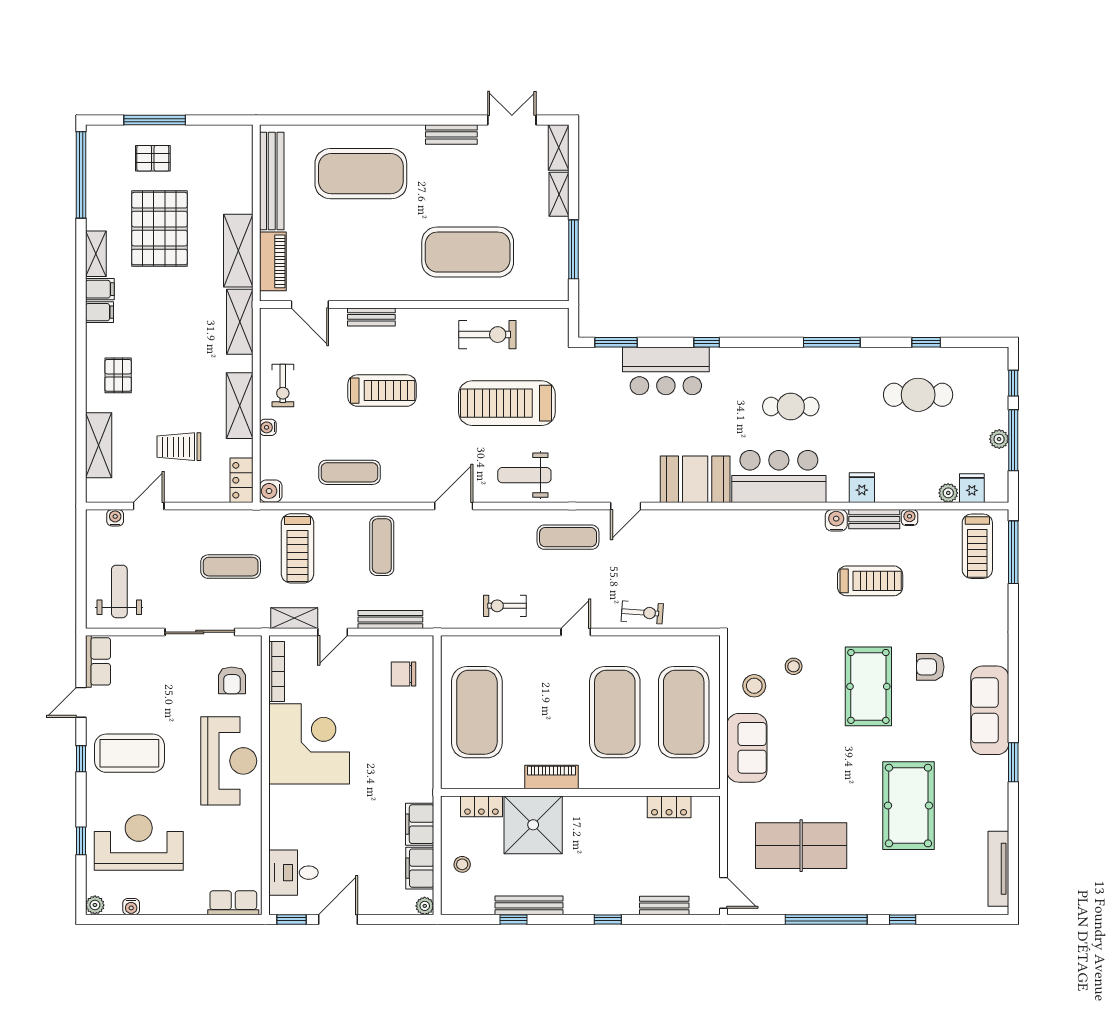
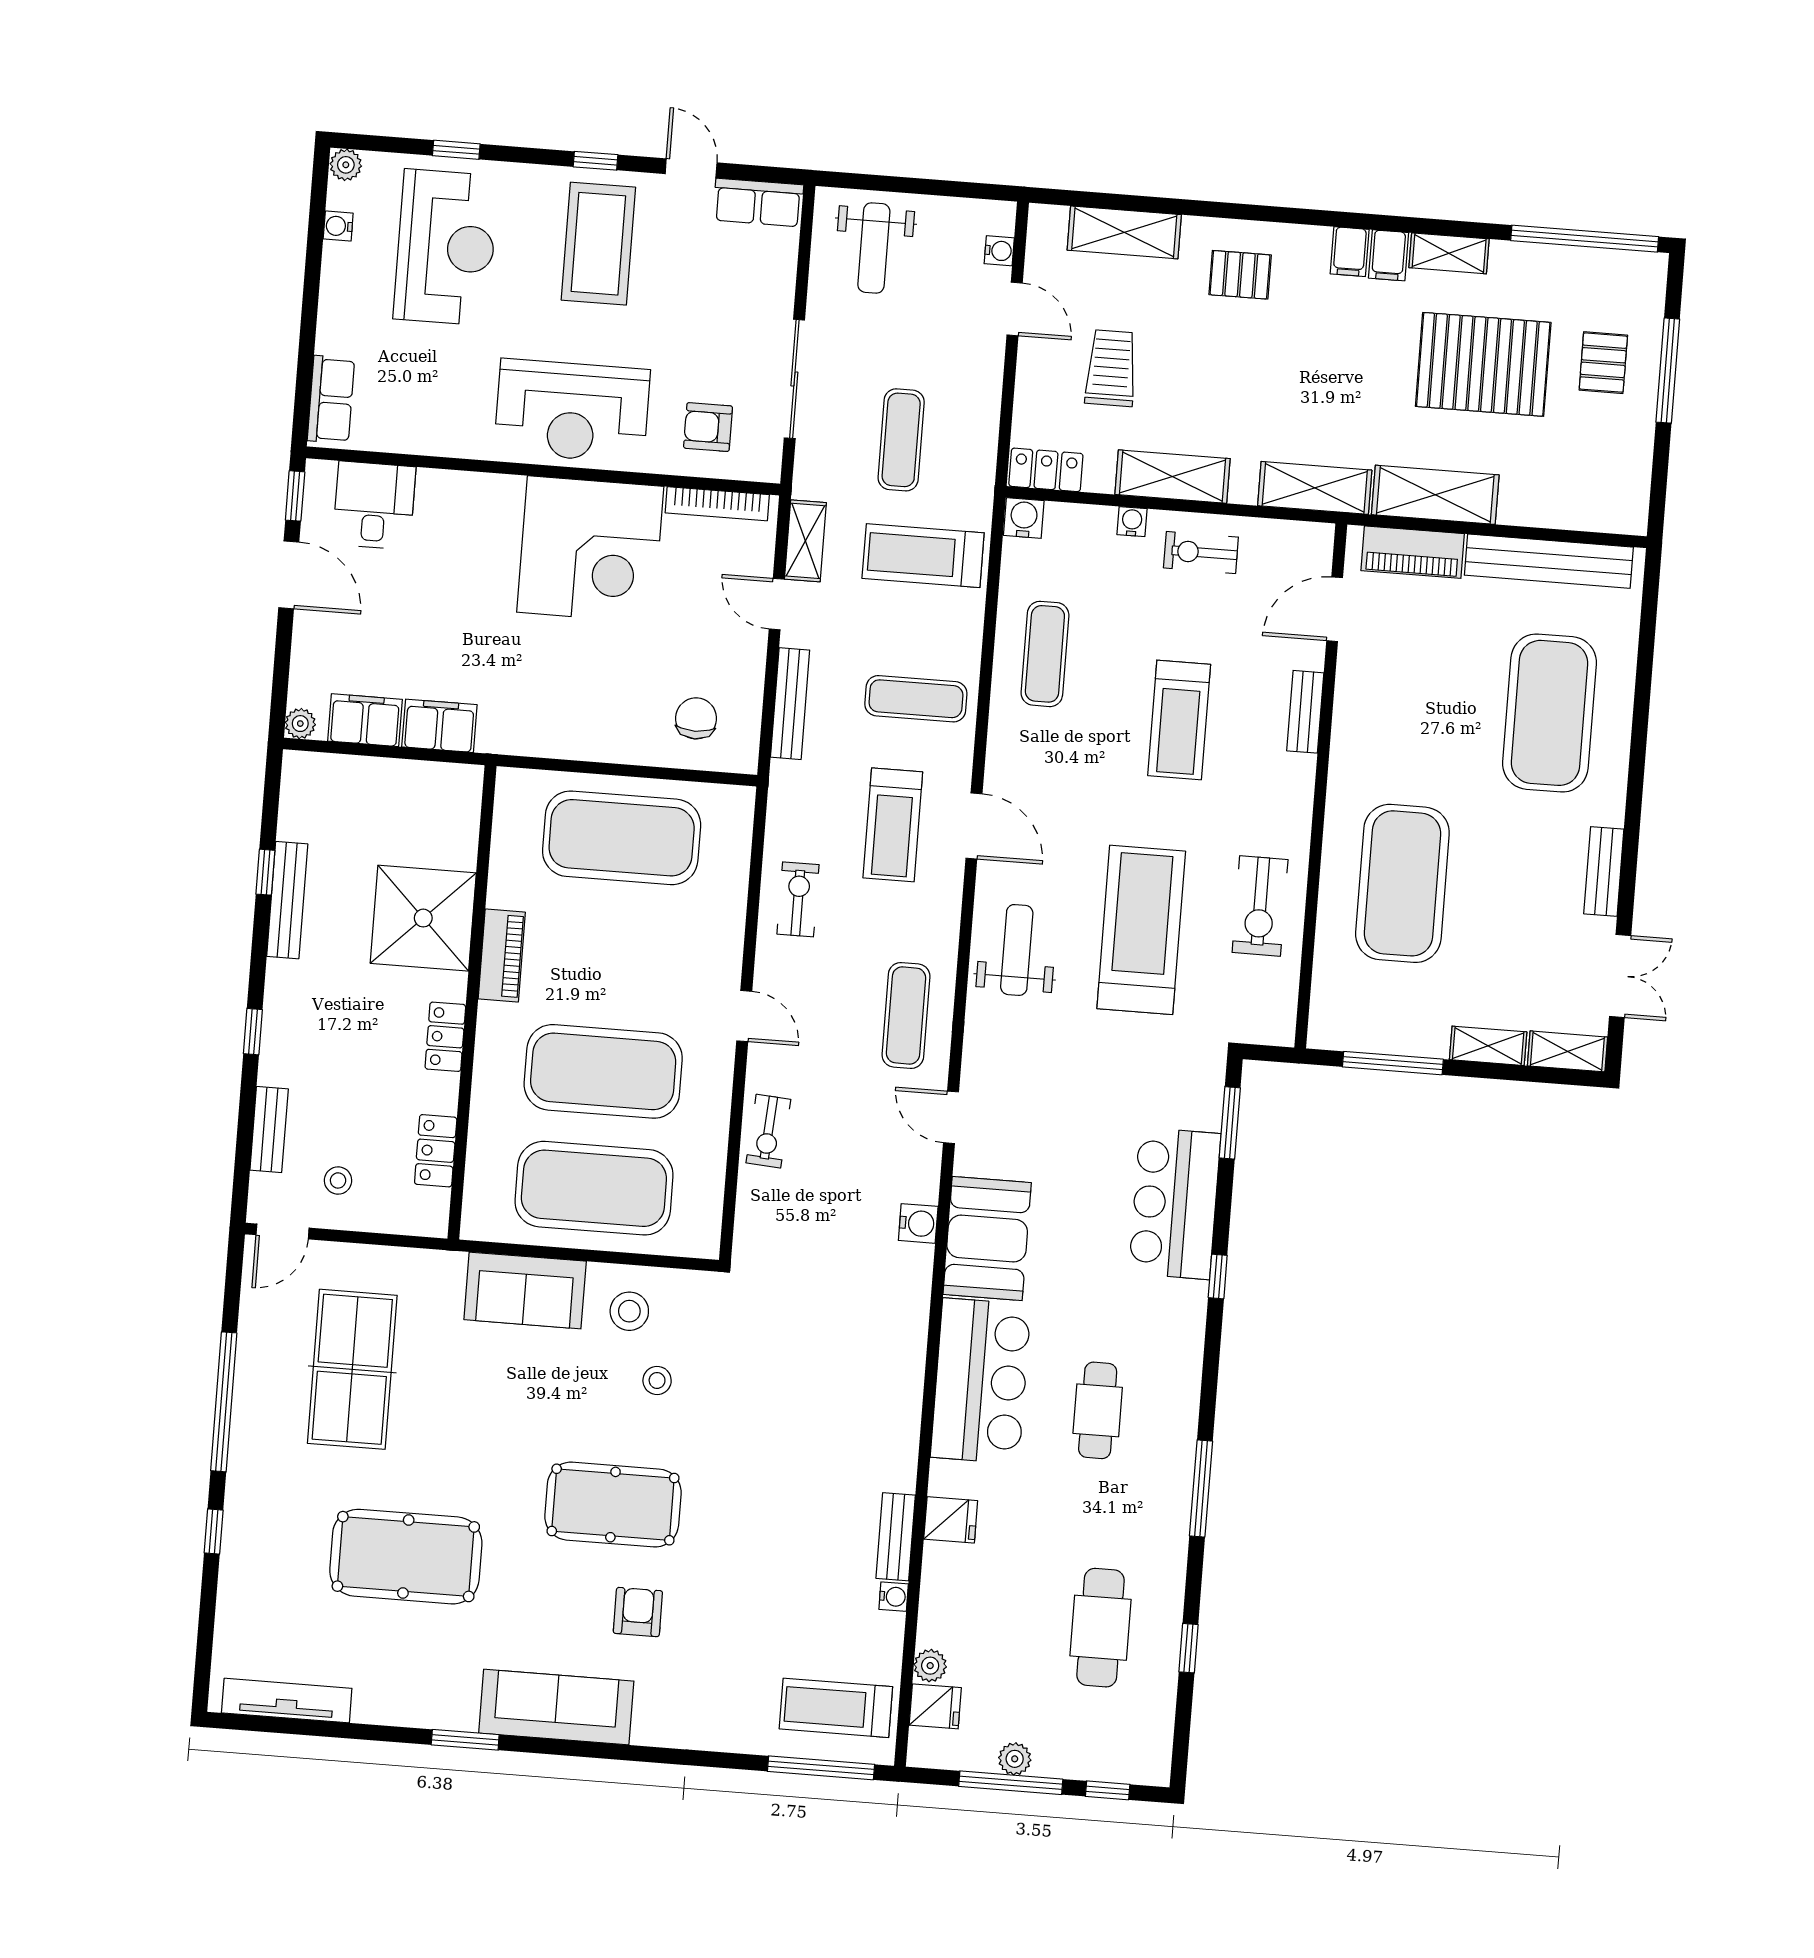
water cooler: (836, 520) -> (918, 1223), moved
treadmill: (870, 581) -> (893, 825), moved
weight bench: (119, 591) -> (874, 248), turned 90
locker: (481, 806) -> (445, 1037), moved
stool: (462, 864) -> (338, 1180), moved

